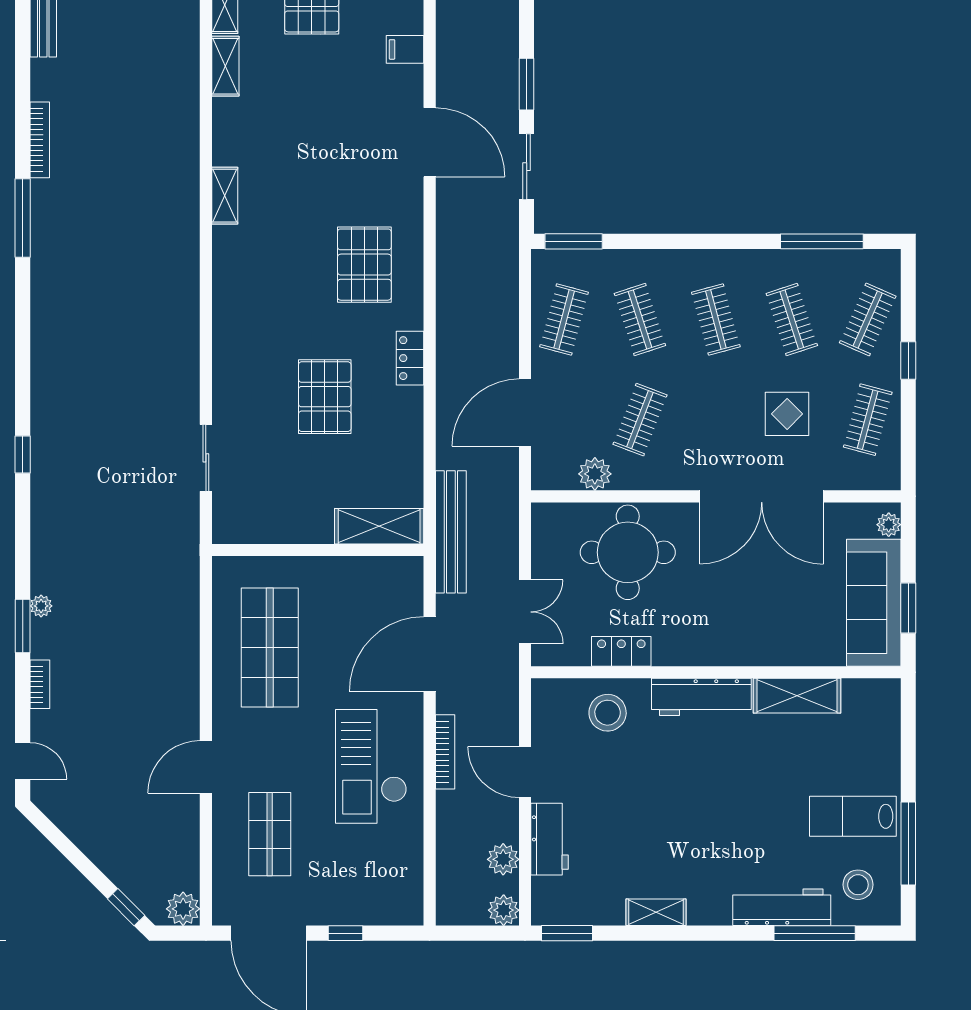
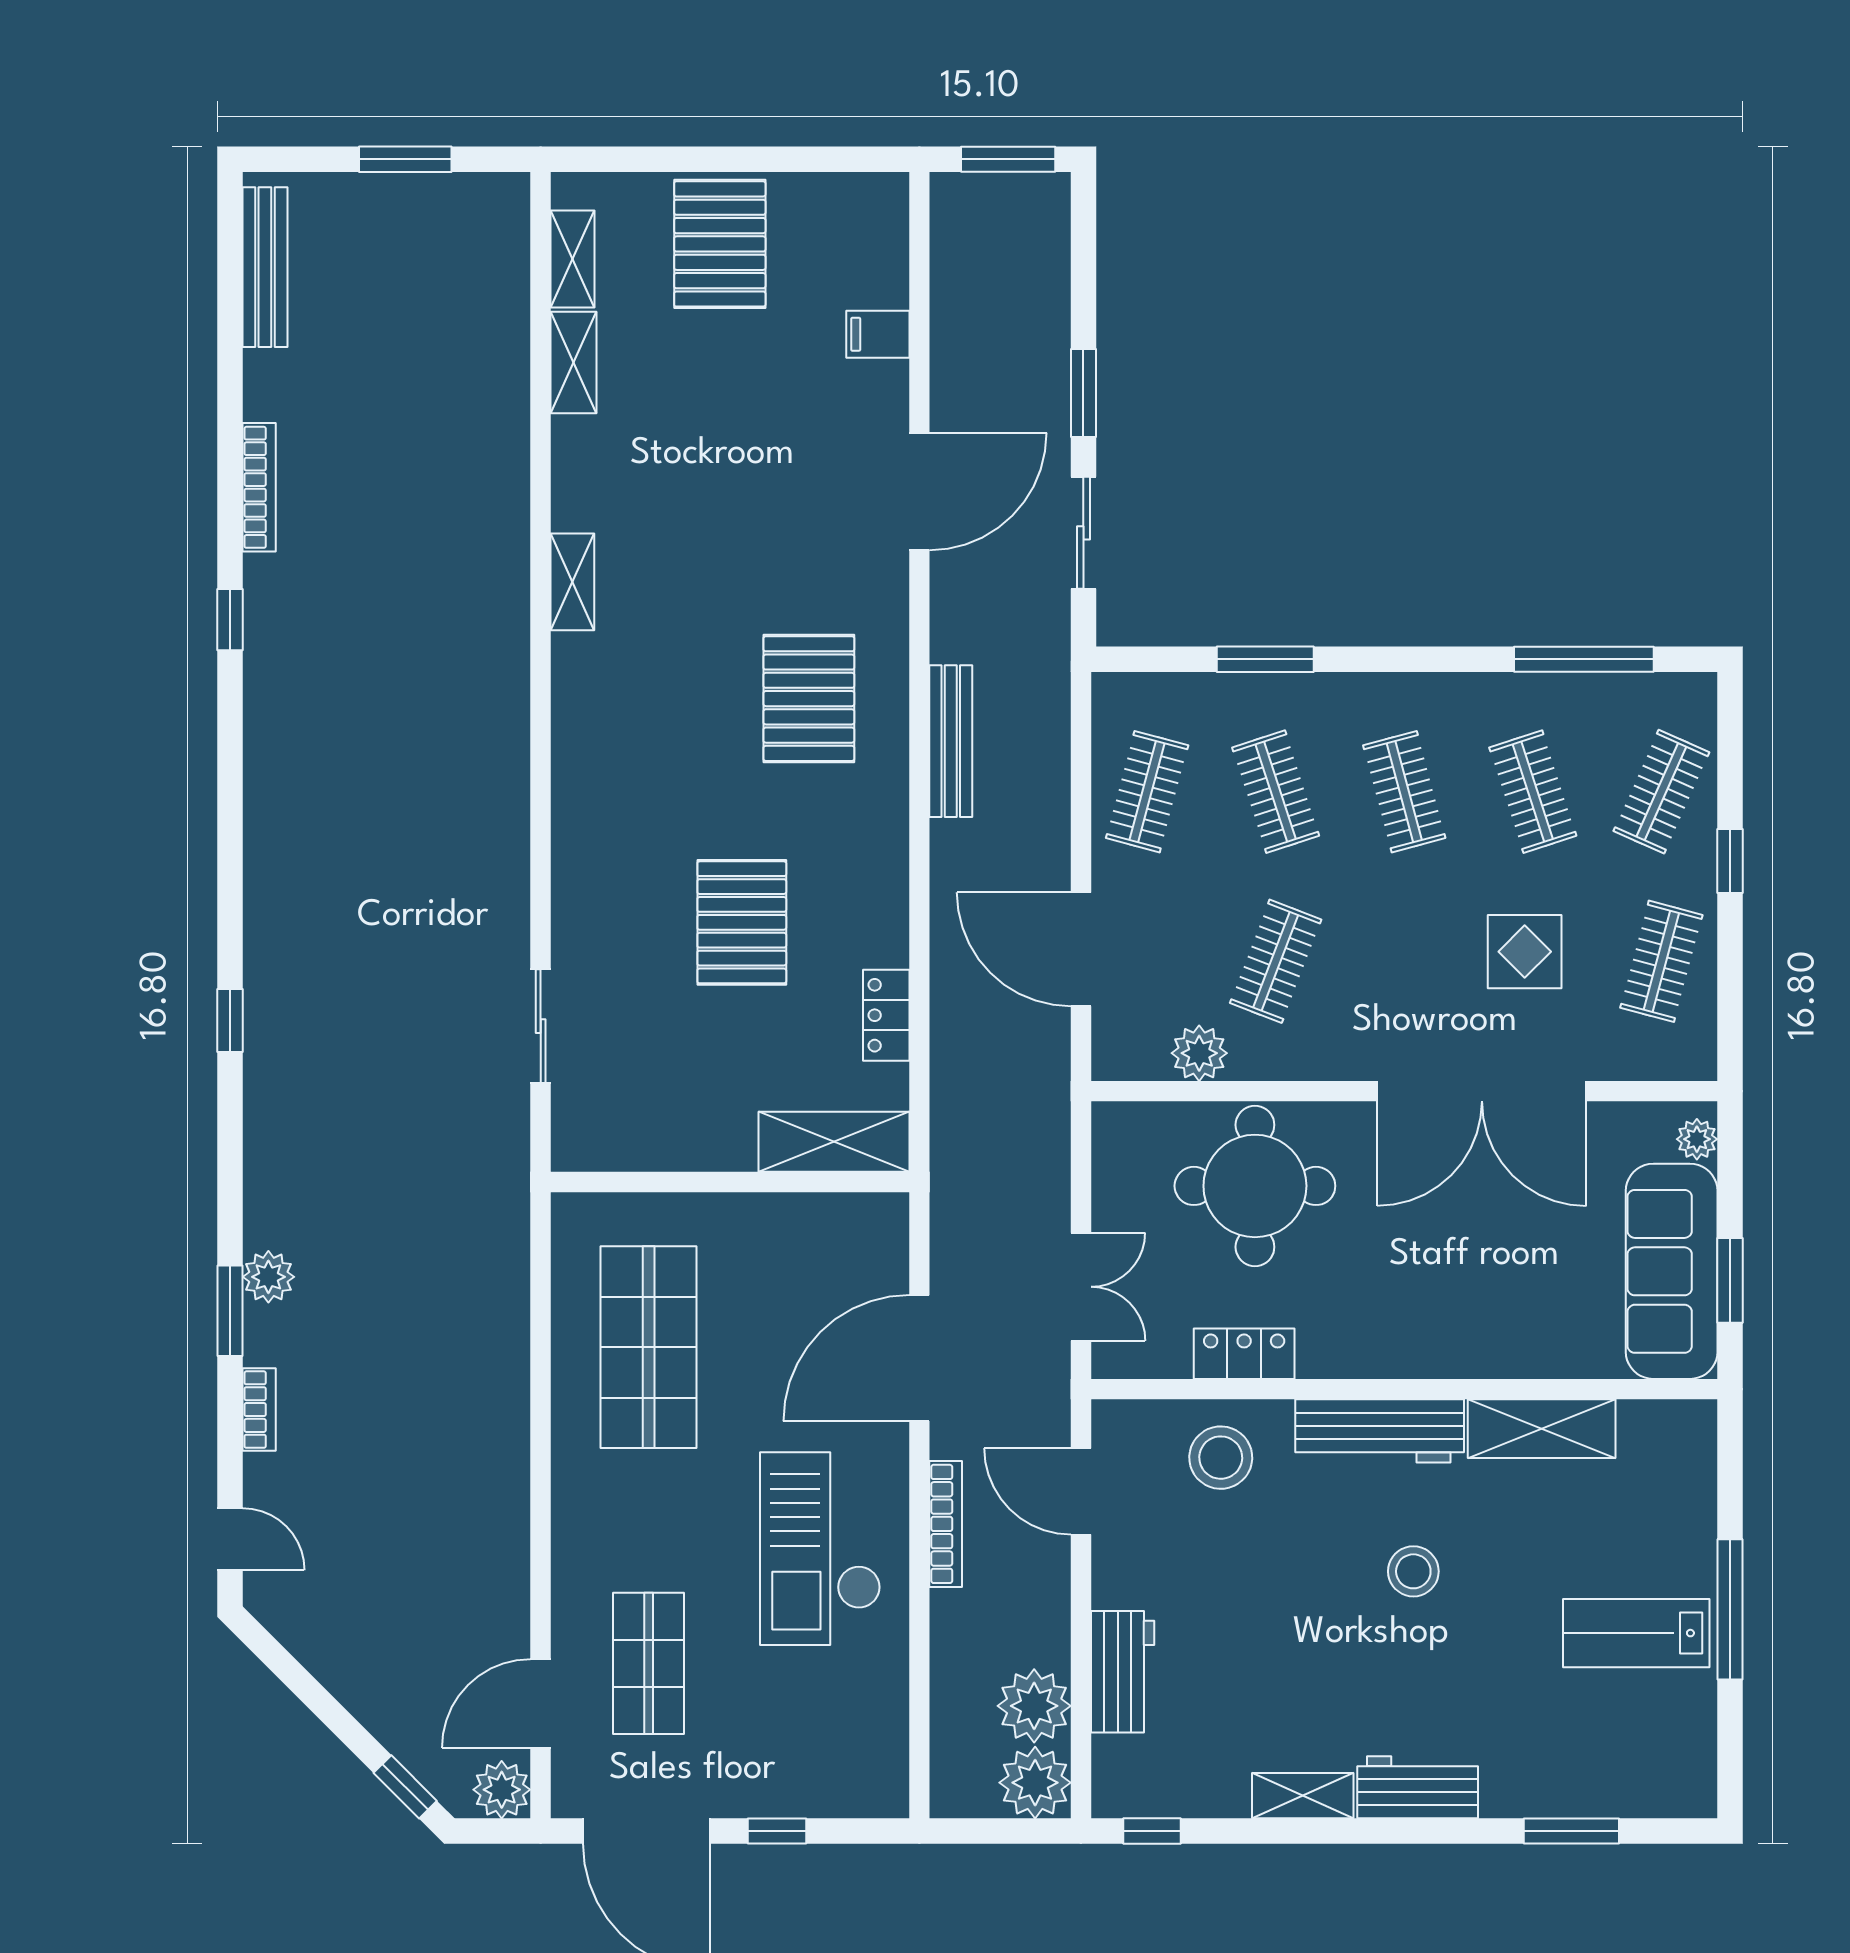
door: (430, 142) -> (919, 491), hinge flipped
window: (23, 218) -> (230, 620), width x0.46
window: (574, 241) -> (1265, 659), moved
locker: (410, 358) -> (886, 1015), moved
door: (525, 413) -> (1081, 949), hinge flipped
bench: (451, 532) -> (951, 741), moved, width x0.73, depth x0.82
plant: (41, 606) -> (268, 1277), width x1.38, depth x1.38
door: (206, 767) -> (541, 1704), moved
door: (525, 772) -> (1081, 1491), moved
window: (908, 843) -> (1730, 1609), moved
plant: (503, 859) -> (1034, 1706), width x1.36, depth x1.36
stool: (858, 885) -> (1413, 1571), moved
workbench: (782, 907) -> (1418, 1787), moved, width x0.73
plant: (504, 910) -> (1035, 1783), width x1.36, depth x1.36
window: (567, 933) -> (1152, 1831), width x0.67
window: (815, 933) -> (1571, 1831), width x0.69

